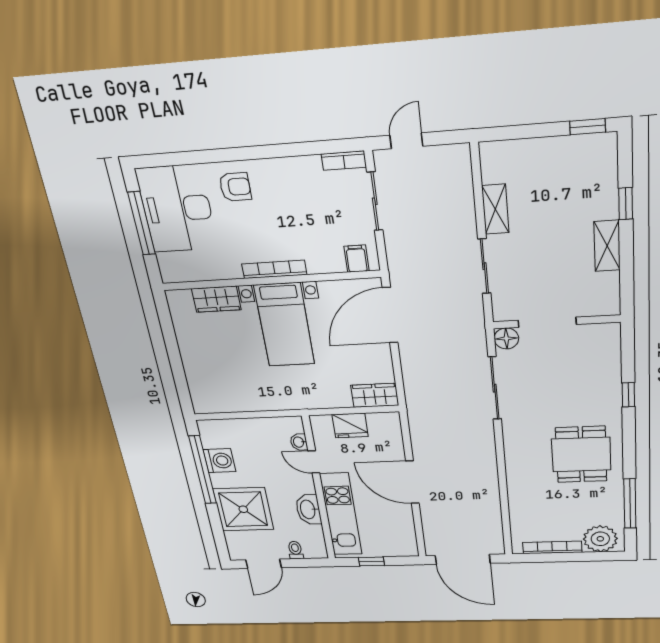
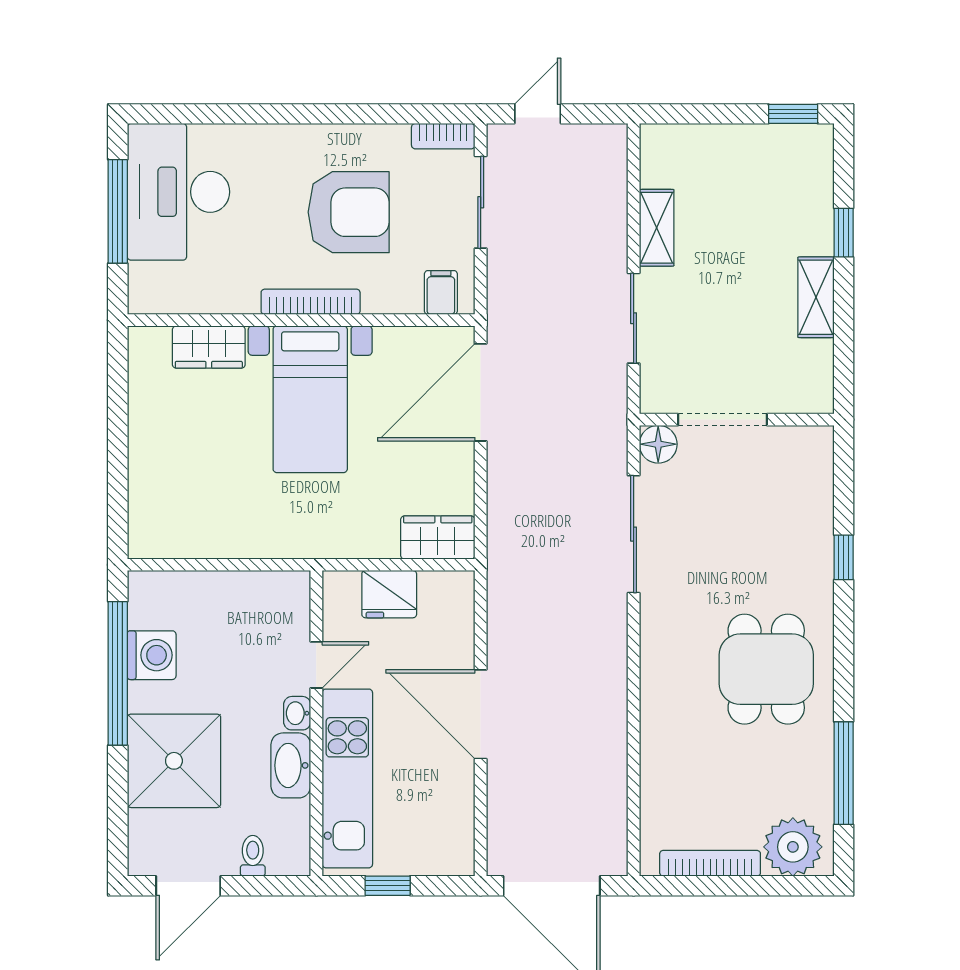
armchair: (235, 187) -> (349, 212), moved, width x1.88, depth x1.88
washbasin: (299, 442) -> (297, 713), moved
door: (314, 462) -> (316, 665), swing flipped

